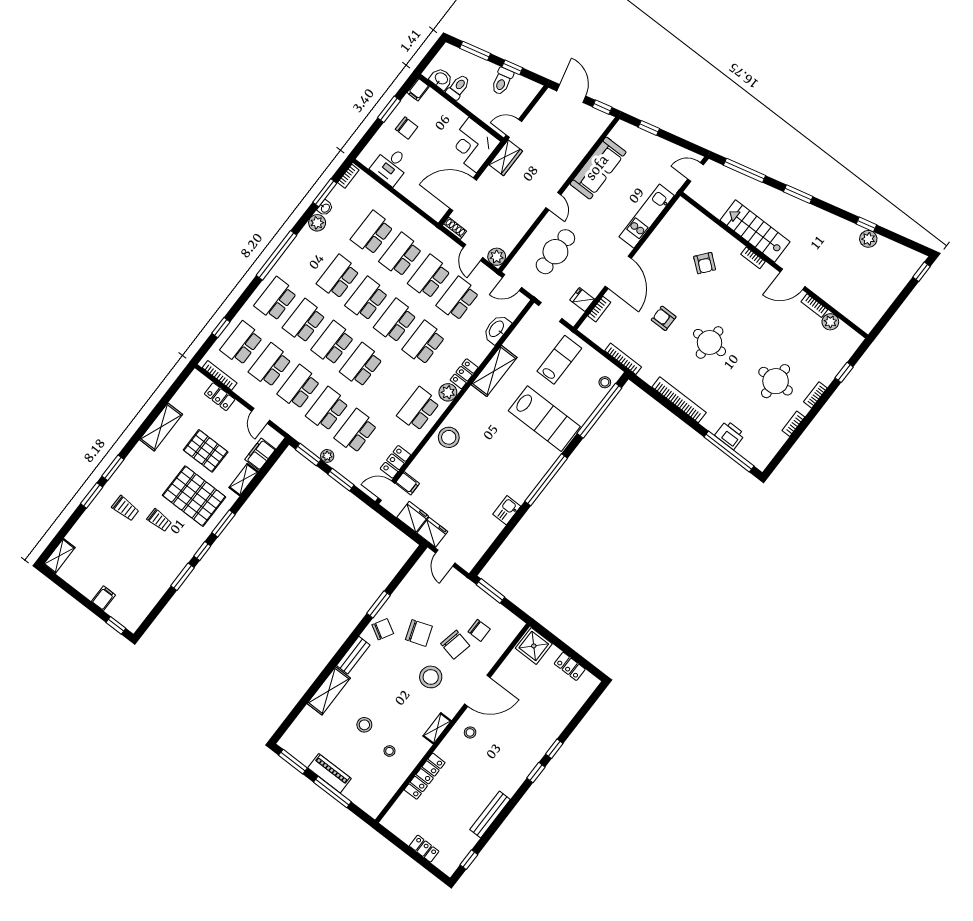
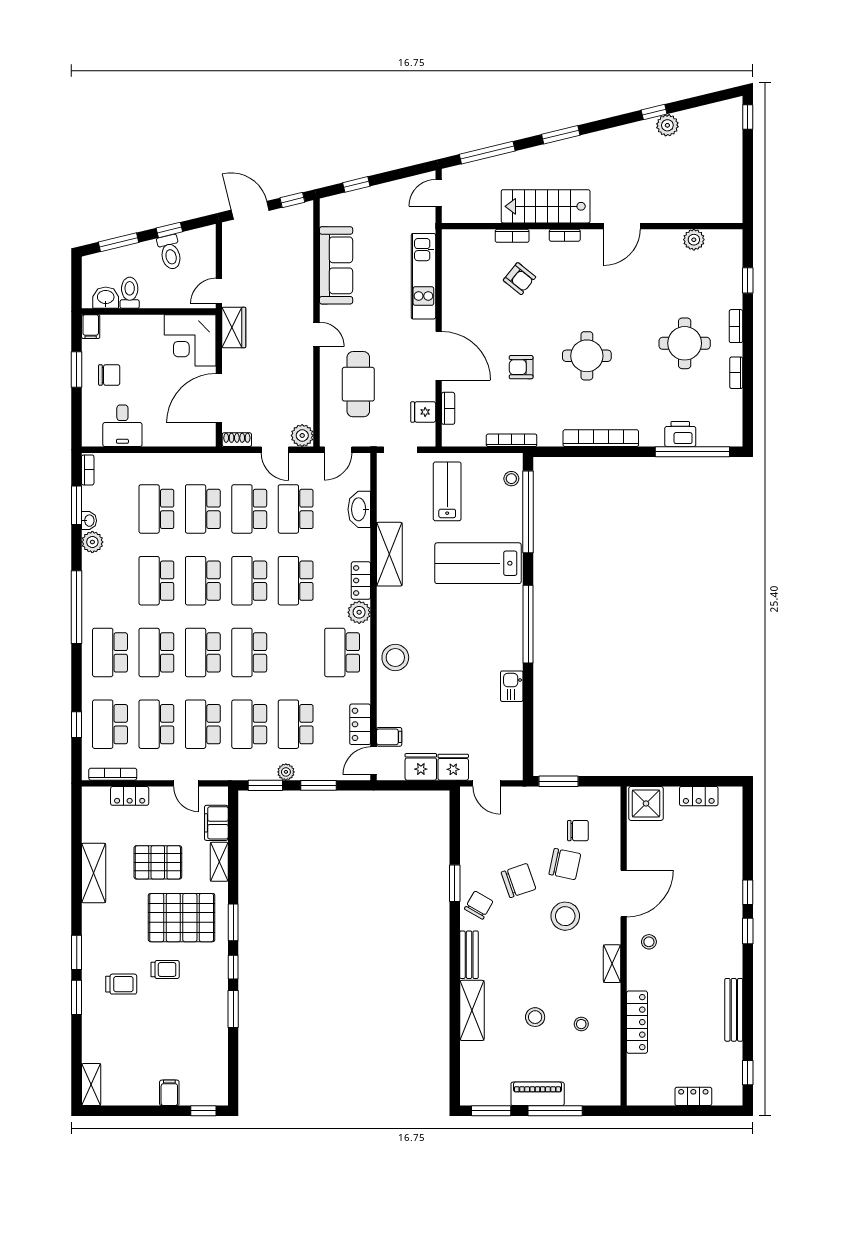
bookcase: (814, 306) -> (512, 236), moved
lab bench: (544, 419) -> (478, 563), turned 180

